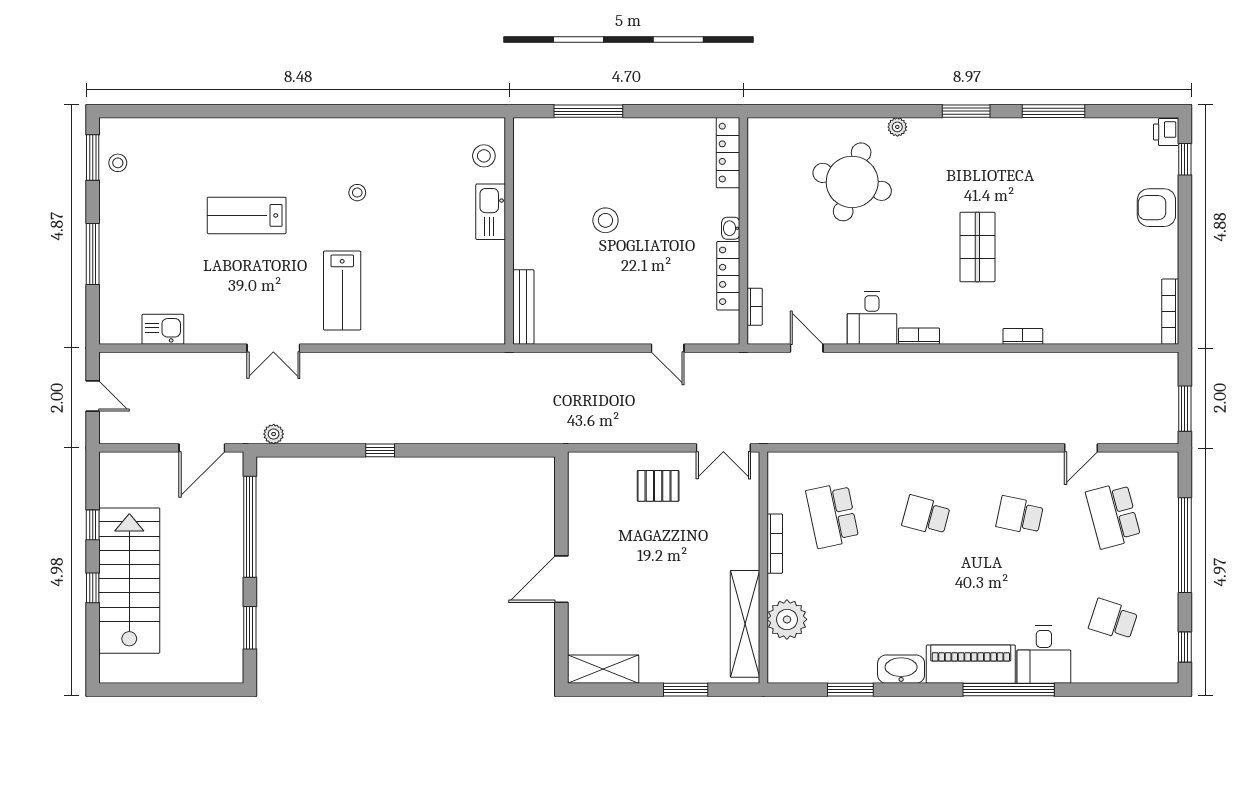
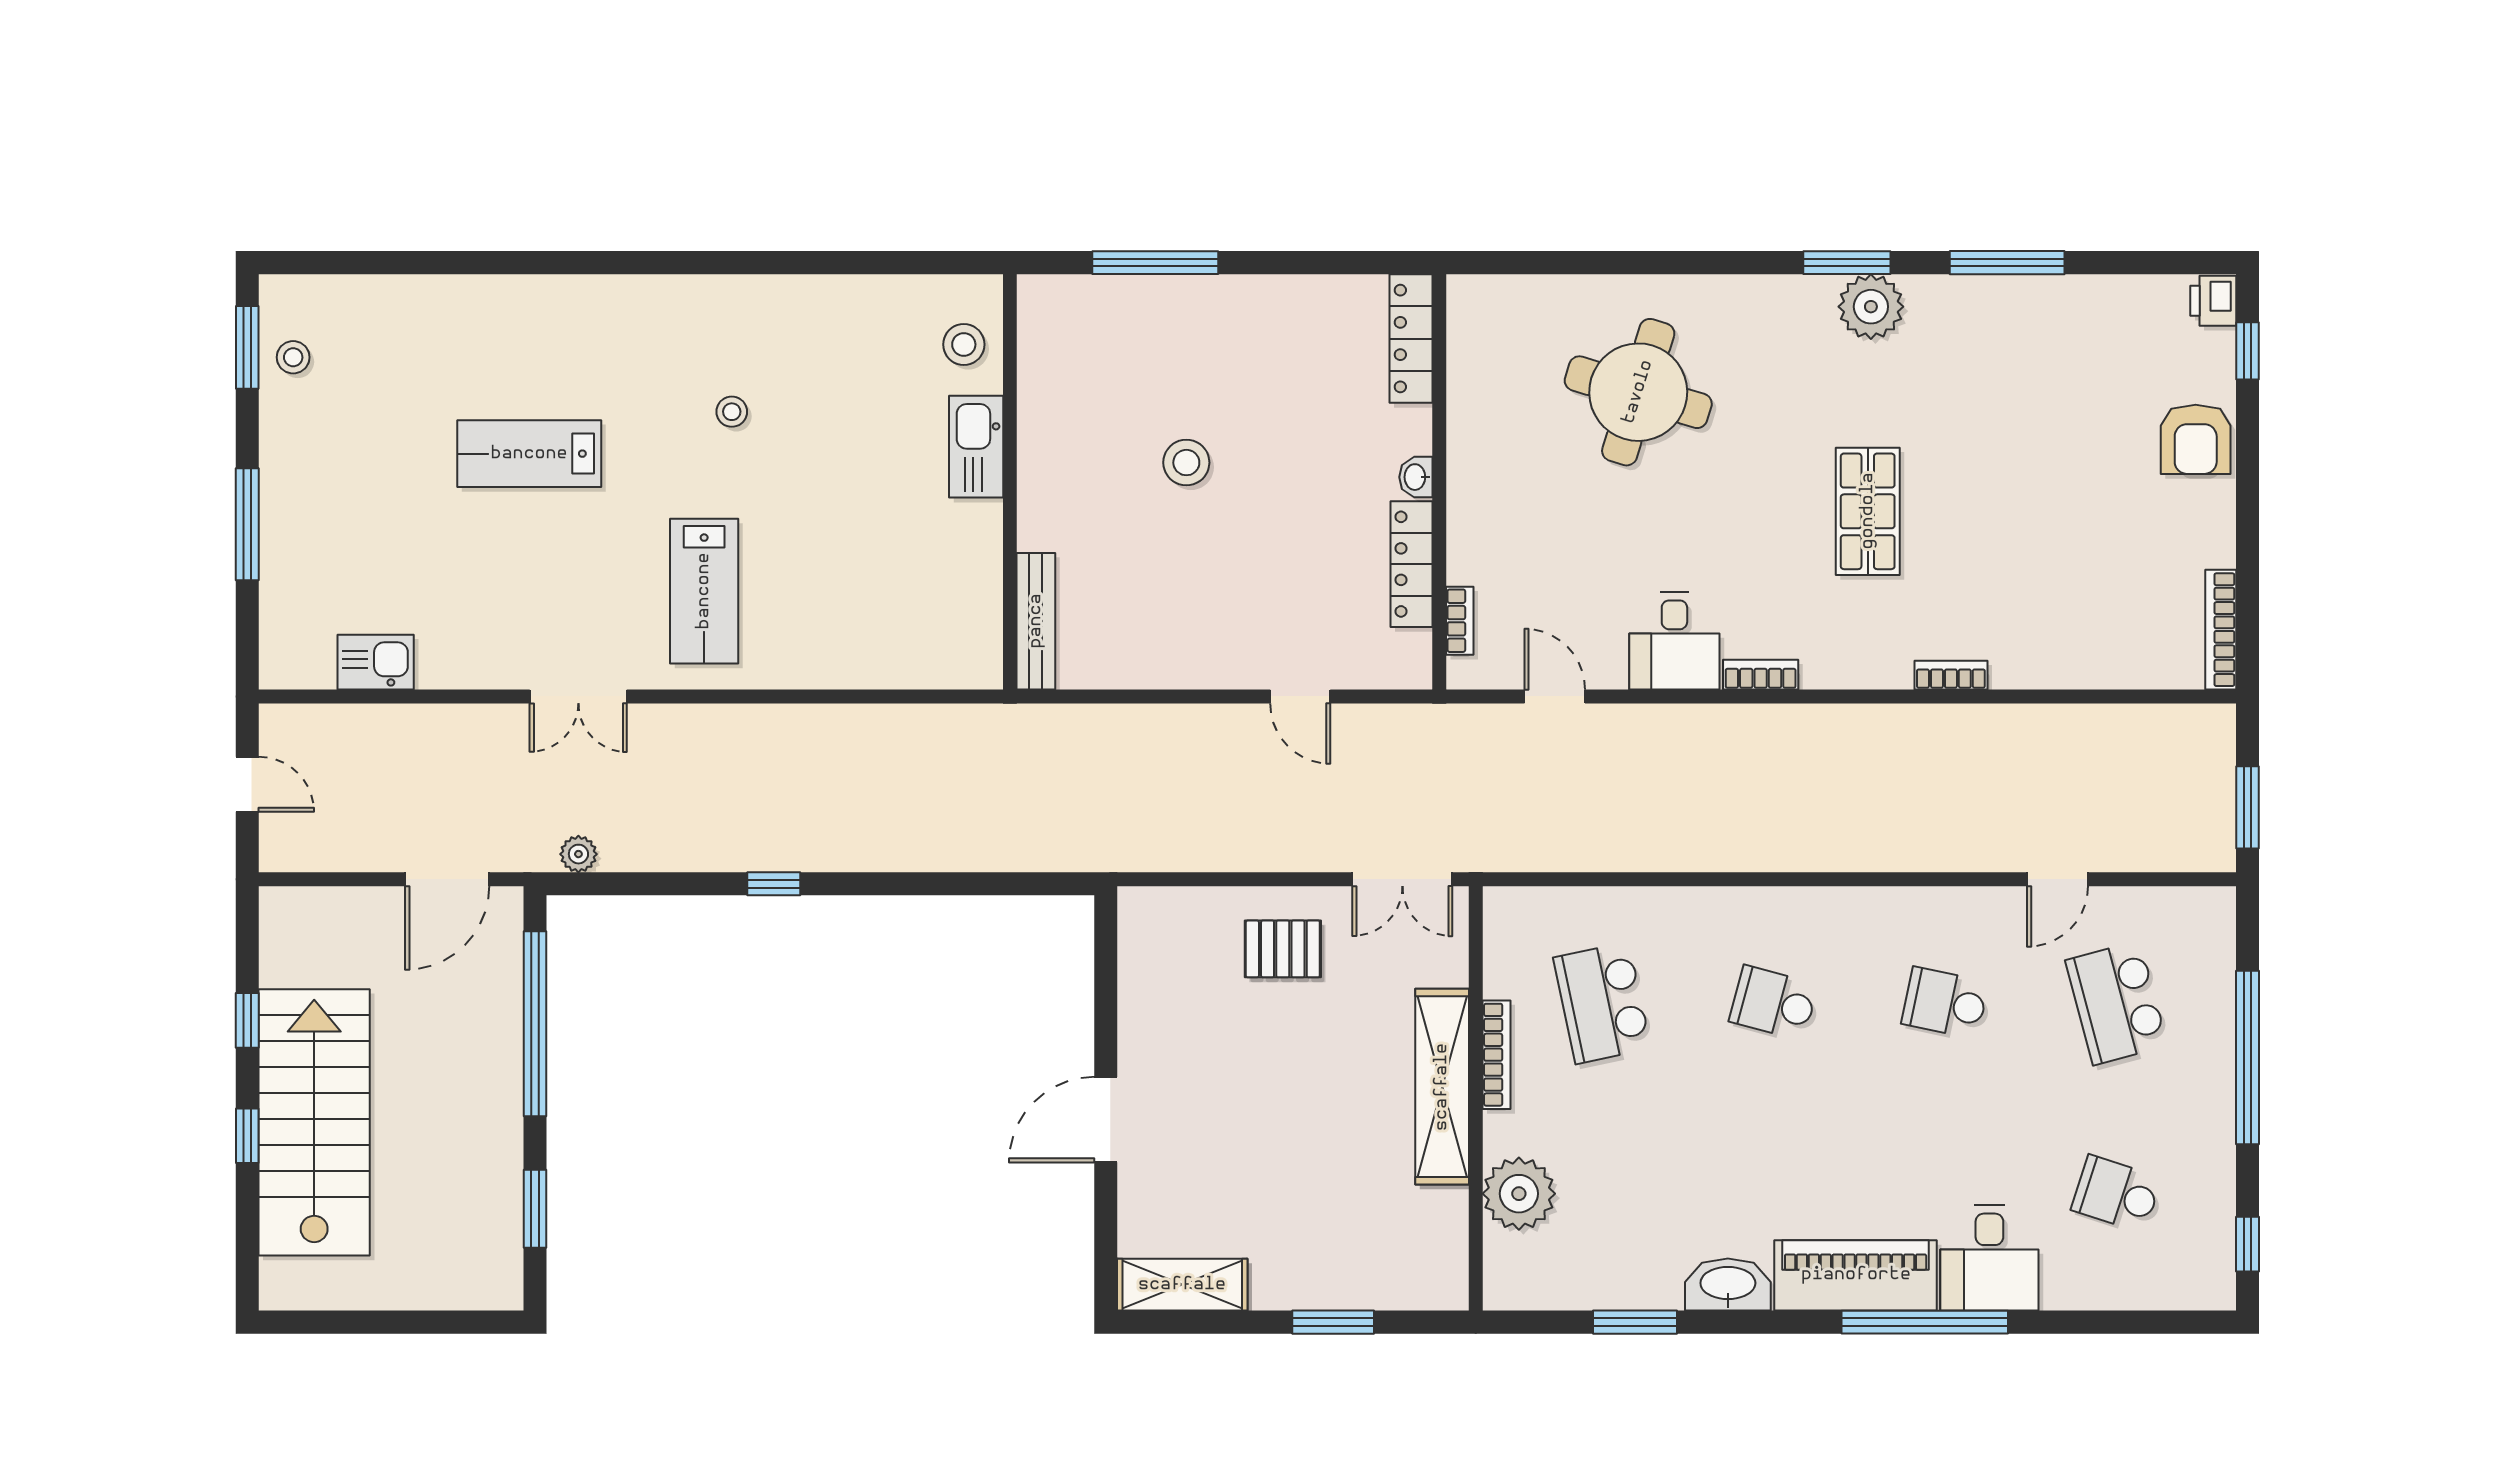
plant: (897, 127) -> (1871, 307), moved, width x1.88, depth x1.88
armchair: (1156, 208) -> (2196, 439), turned -90
shelving: (745, 624) -> (1442, 1087), moved

